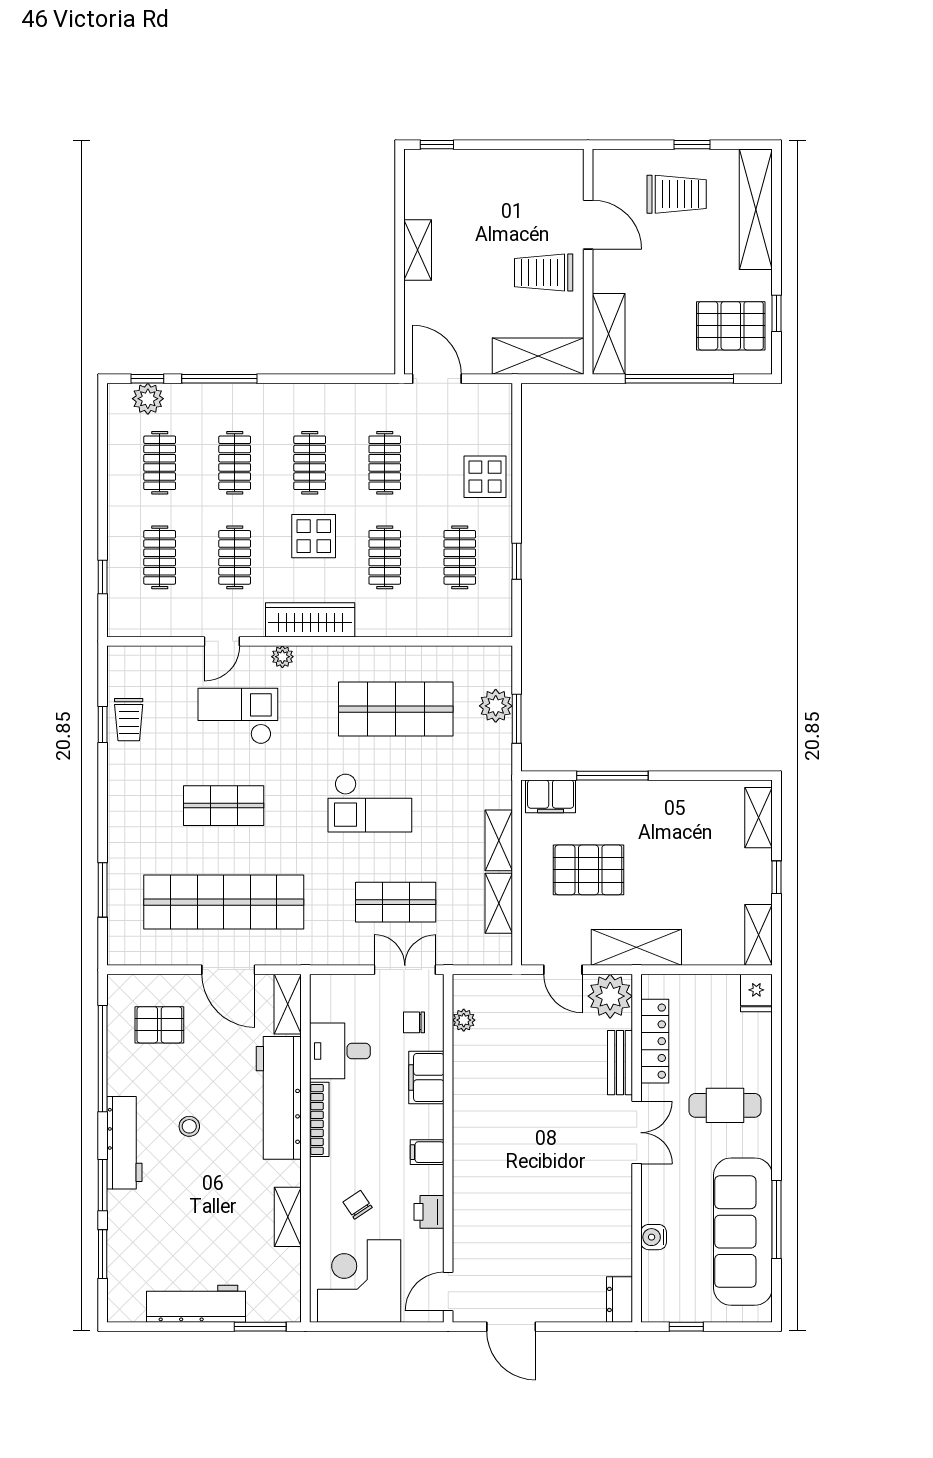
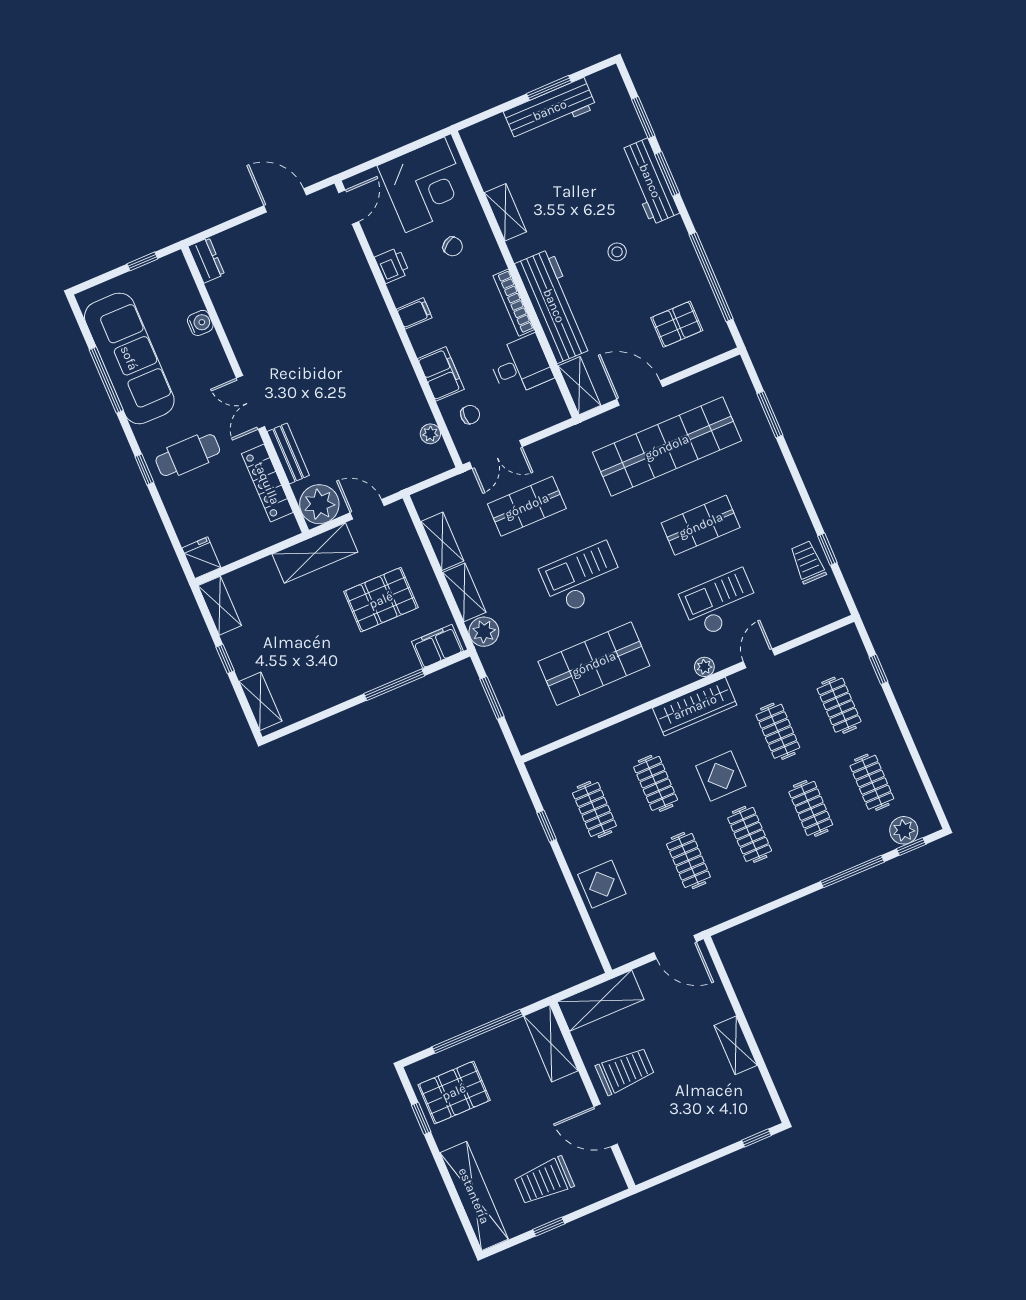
plant: (496, 706) -> (484, 632), moved
checkout: (238, 716) -> (720, 603), turned 180
window: (776, 1110) -> (144, 469), added
workbench: (124, 1143) -> (650, 181), moved
window: (260, 1327) -> (549, 88), moved

